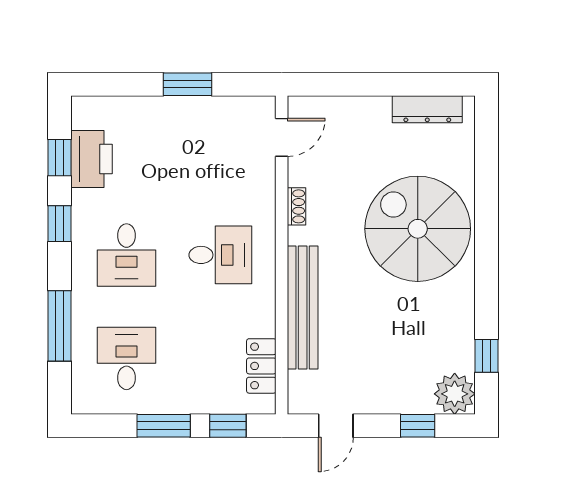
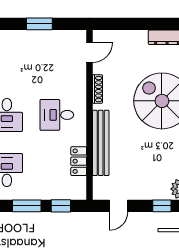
shoe rack: (296, 206) -> (97, 89), width x1.43
desk: (220, 255) -> (57, 115), turned 180
locker: (261, 366) -> (79, 161), moved

